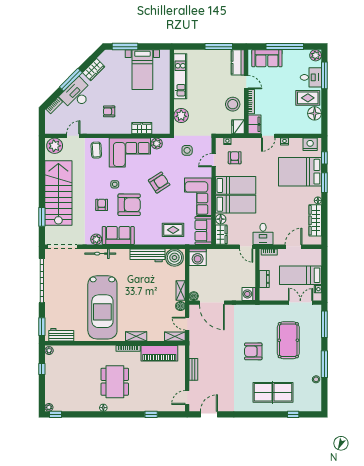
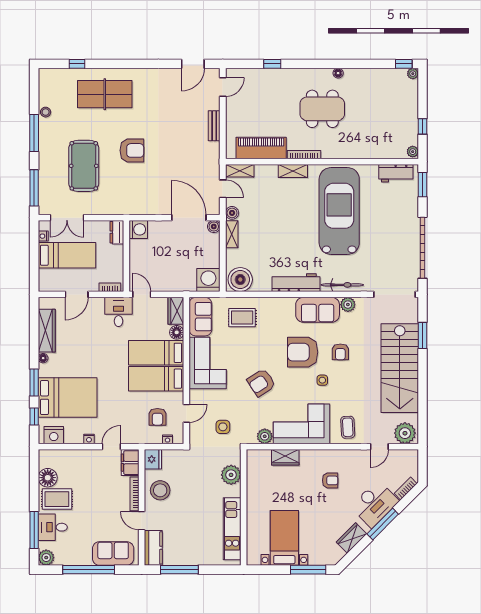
workbench: (148, 255) -> (296, 283), moved
dresser: (264, 279) -> (117, 232), moved
dining table: (115, 382) -> (322, 109), turned 90

